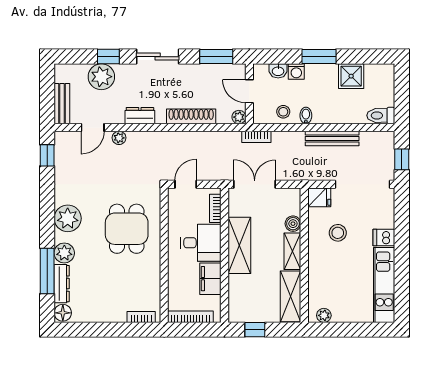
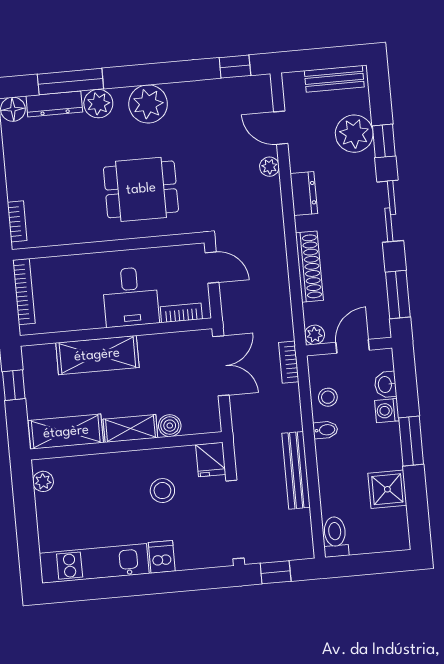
bench: (62, 104) -> (334, 79), moved
shelving: (239, 245) -> (97, 355), moved
filing cabinet: (210, 279) -> (81, 315), removed

